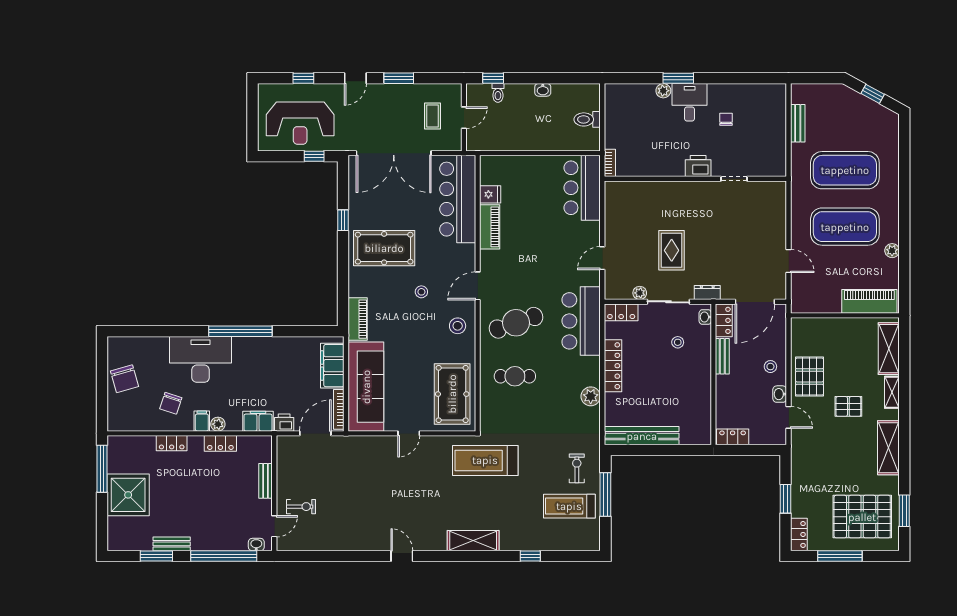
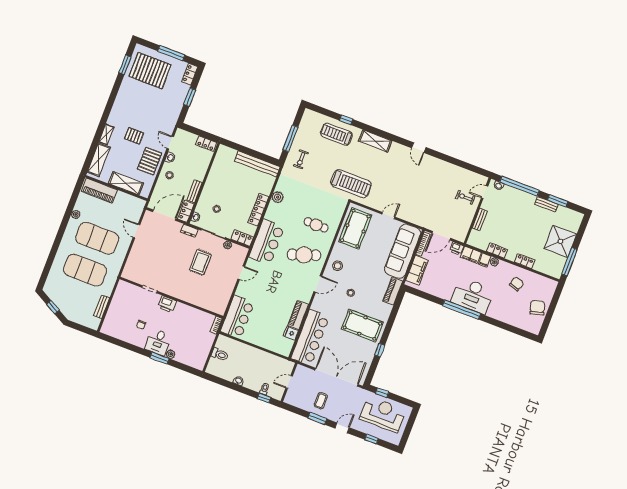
coffee table: (432, 116) -> (321, 401), moved
desk: (201, 359) -> (473, 296), moved
filing cabinet: (202, 421) -> (485, 260), moved
shelving: (888, 448) -> (126, 183), moved, turned 90
treadmill: (569, 506) -> (336, 134), moved, turned 180

